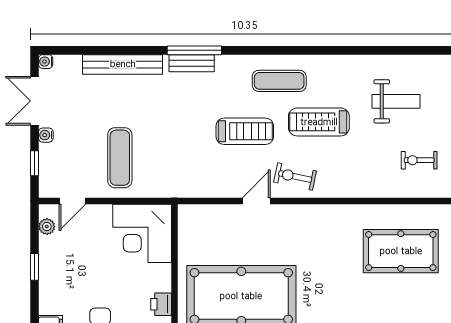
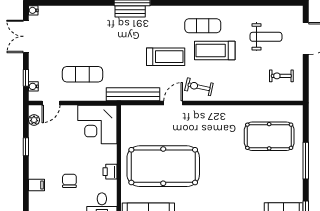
bench: (123, 64) -> (133, 94), moved
exercise mat: (279, 81) -> (203, 26), moved
water cooler: (46, 135) -> (33, 86), moved
exercise mat: (120, 158) -> (83, 74), turned 90

